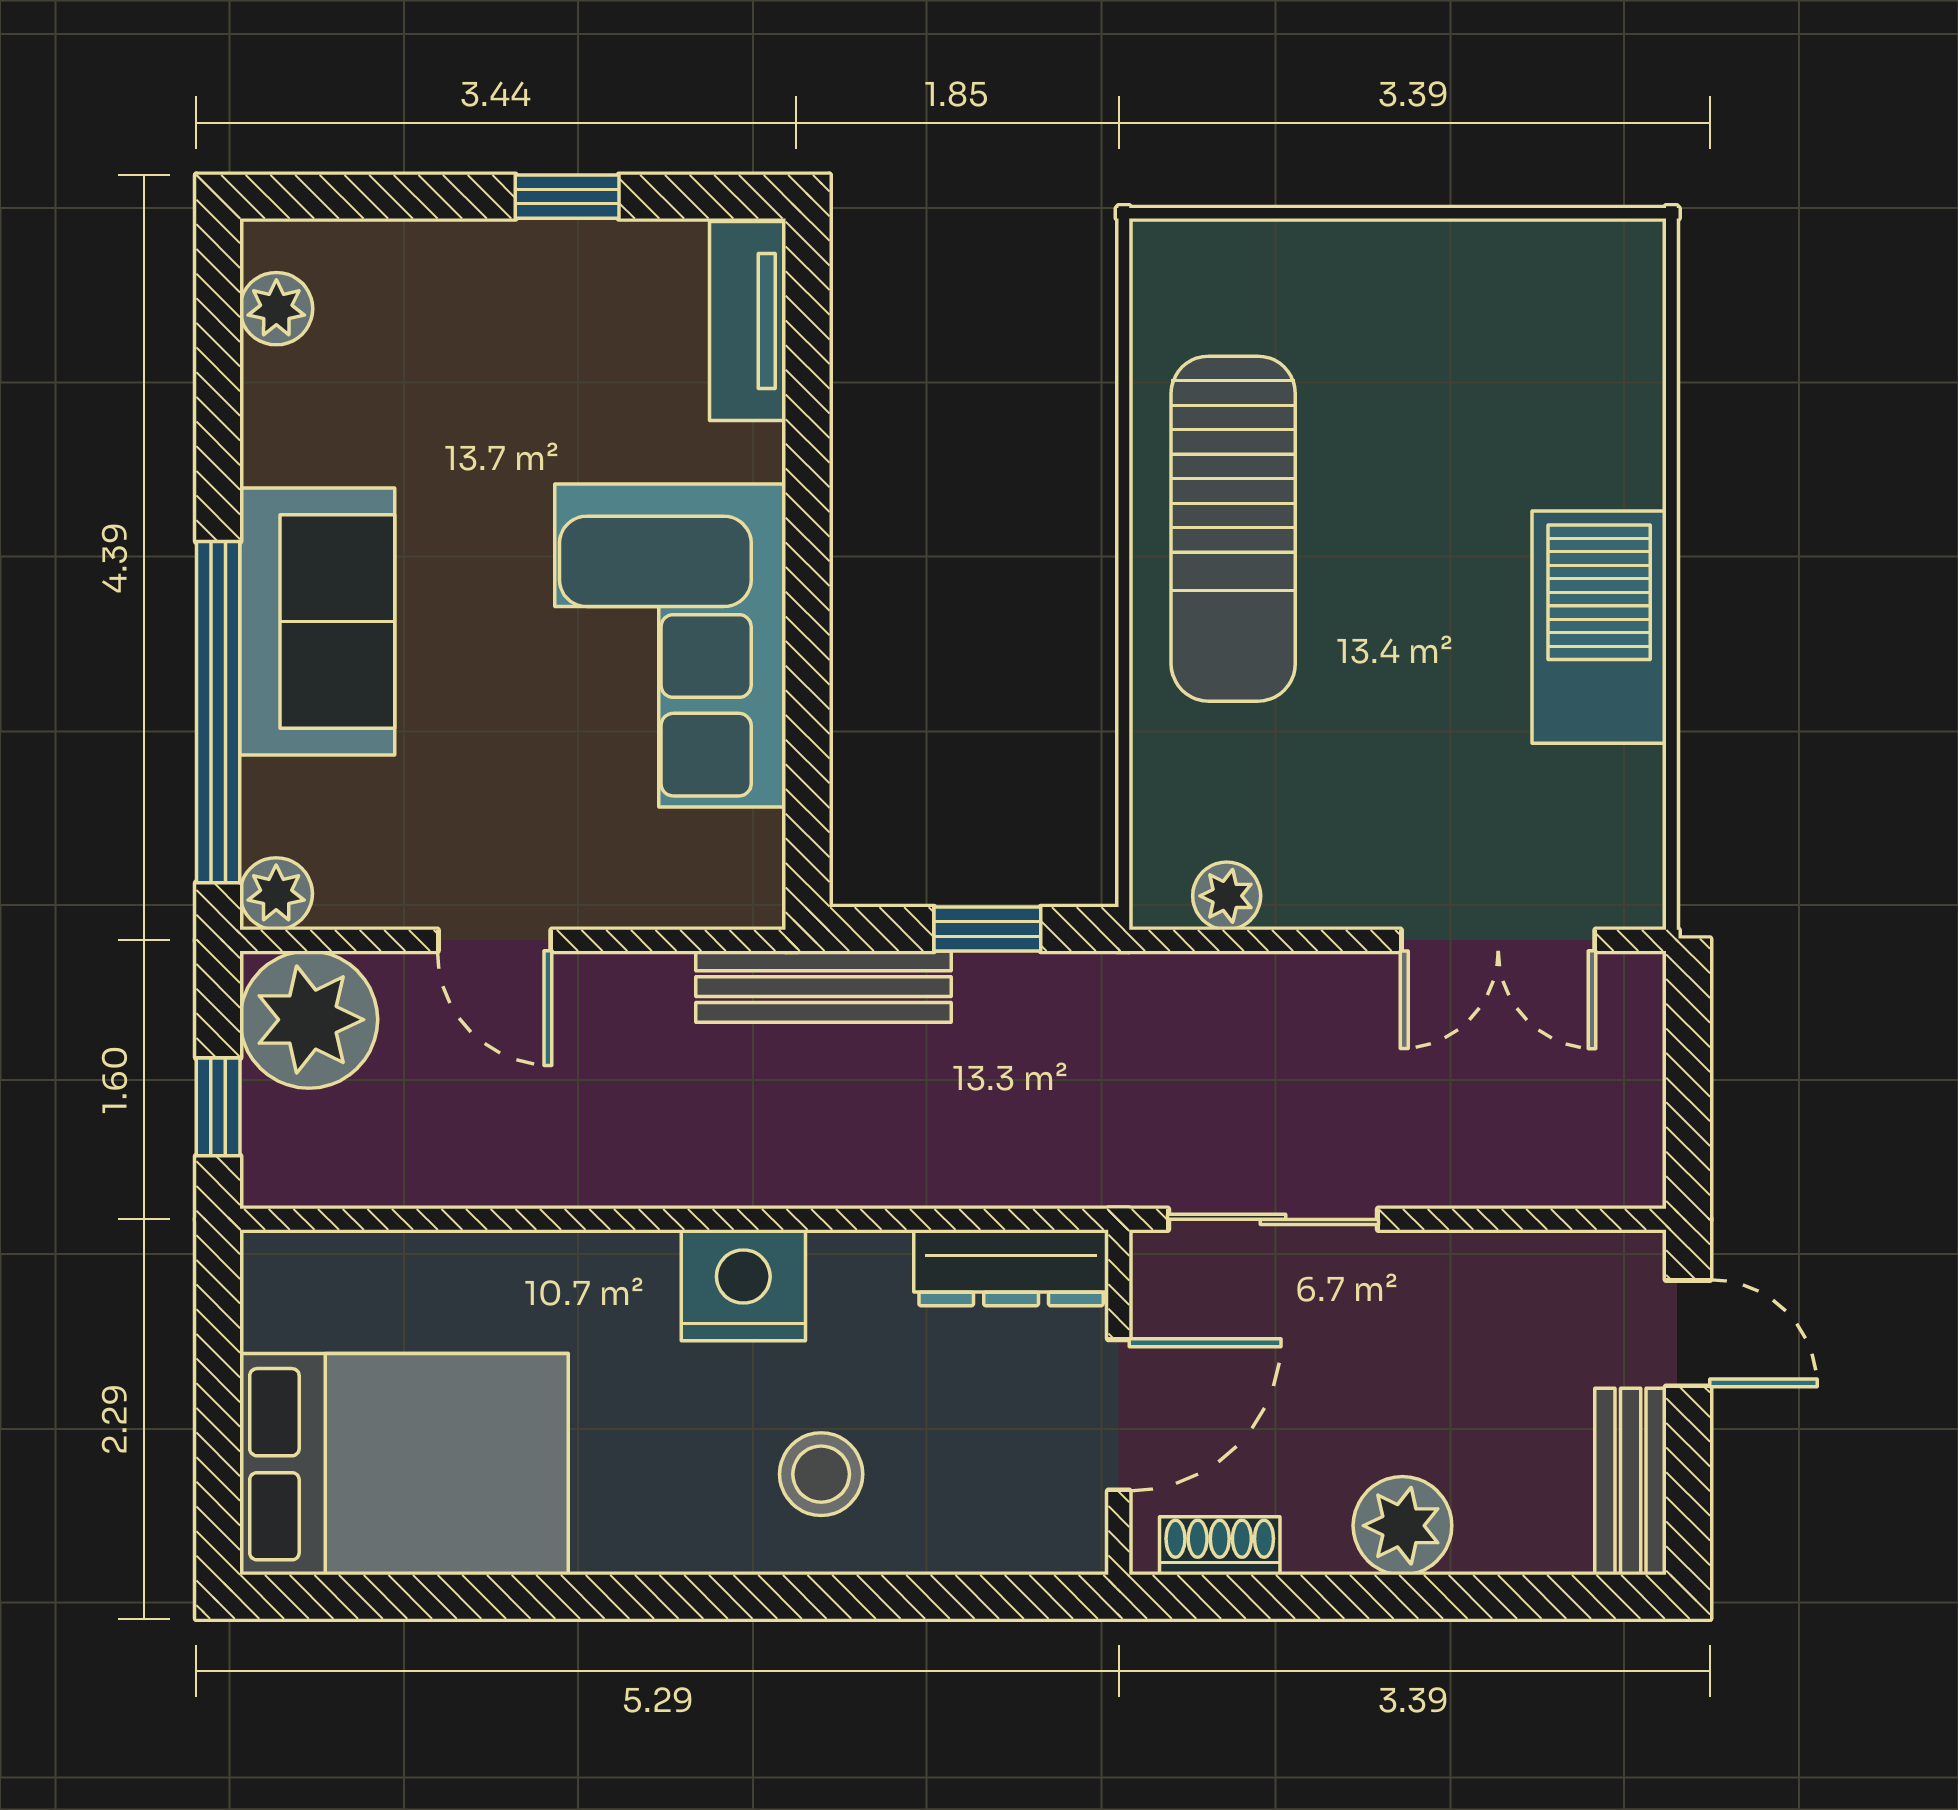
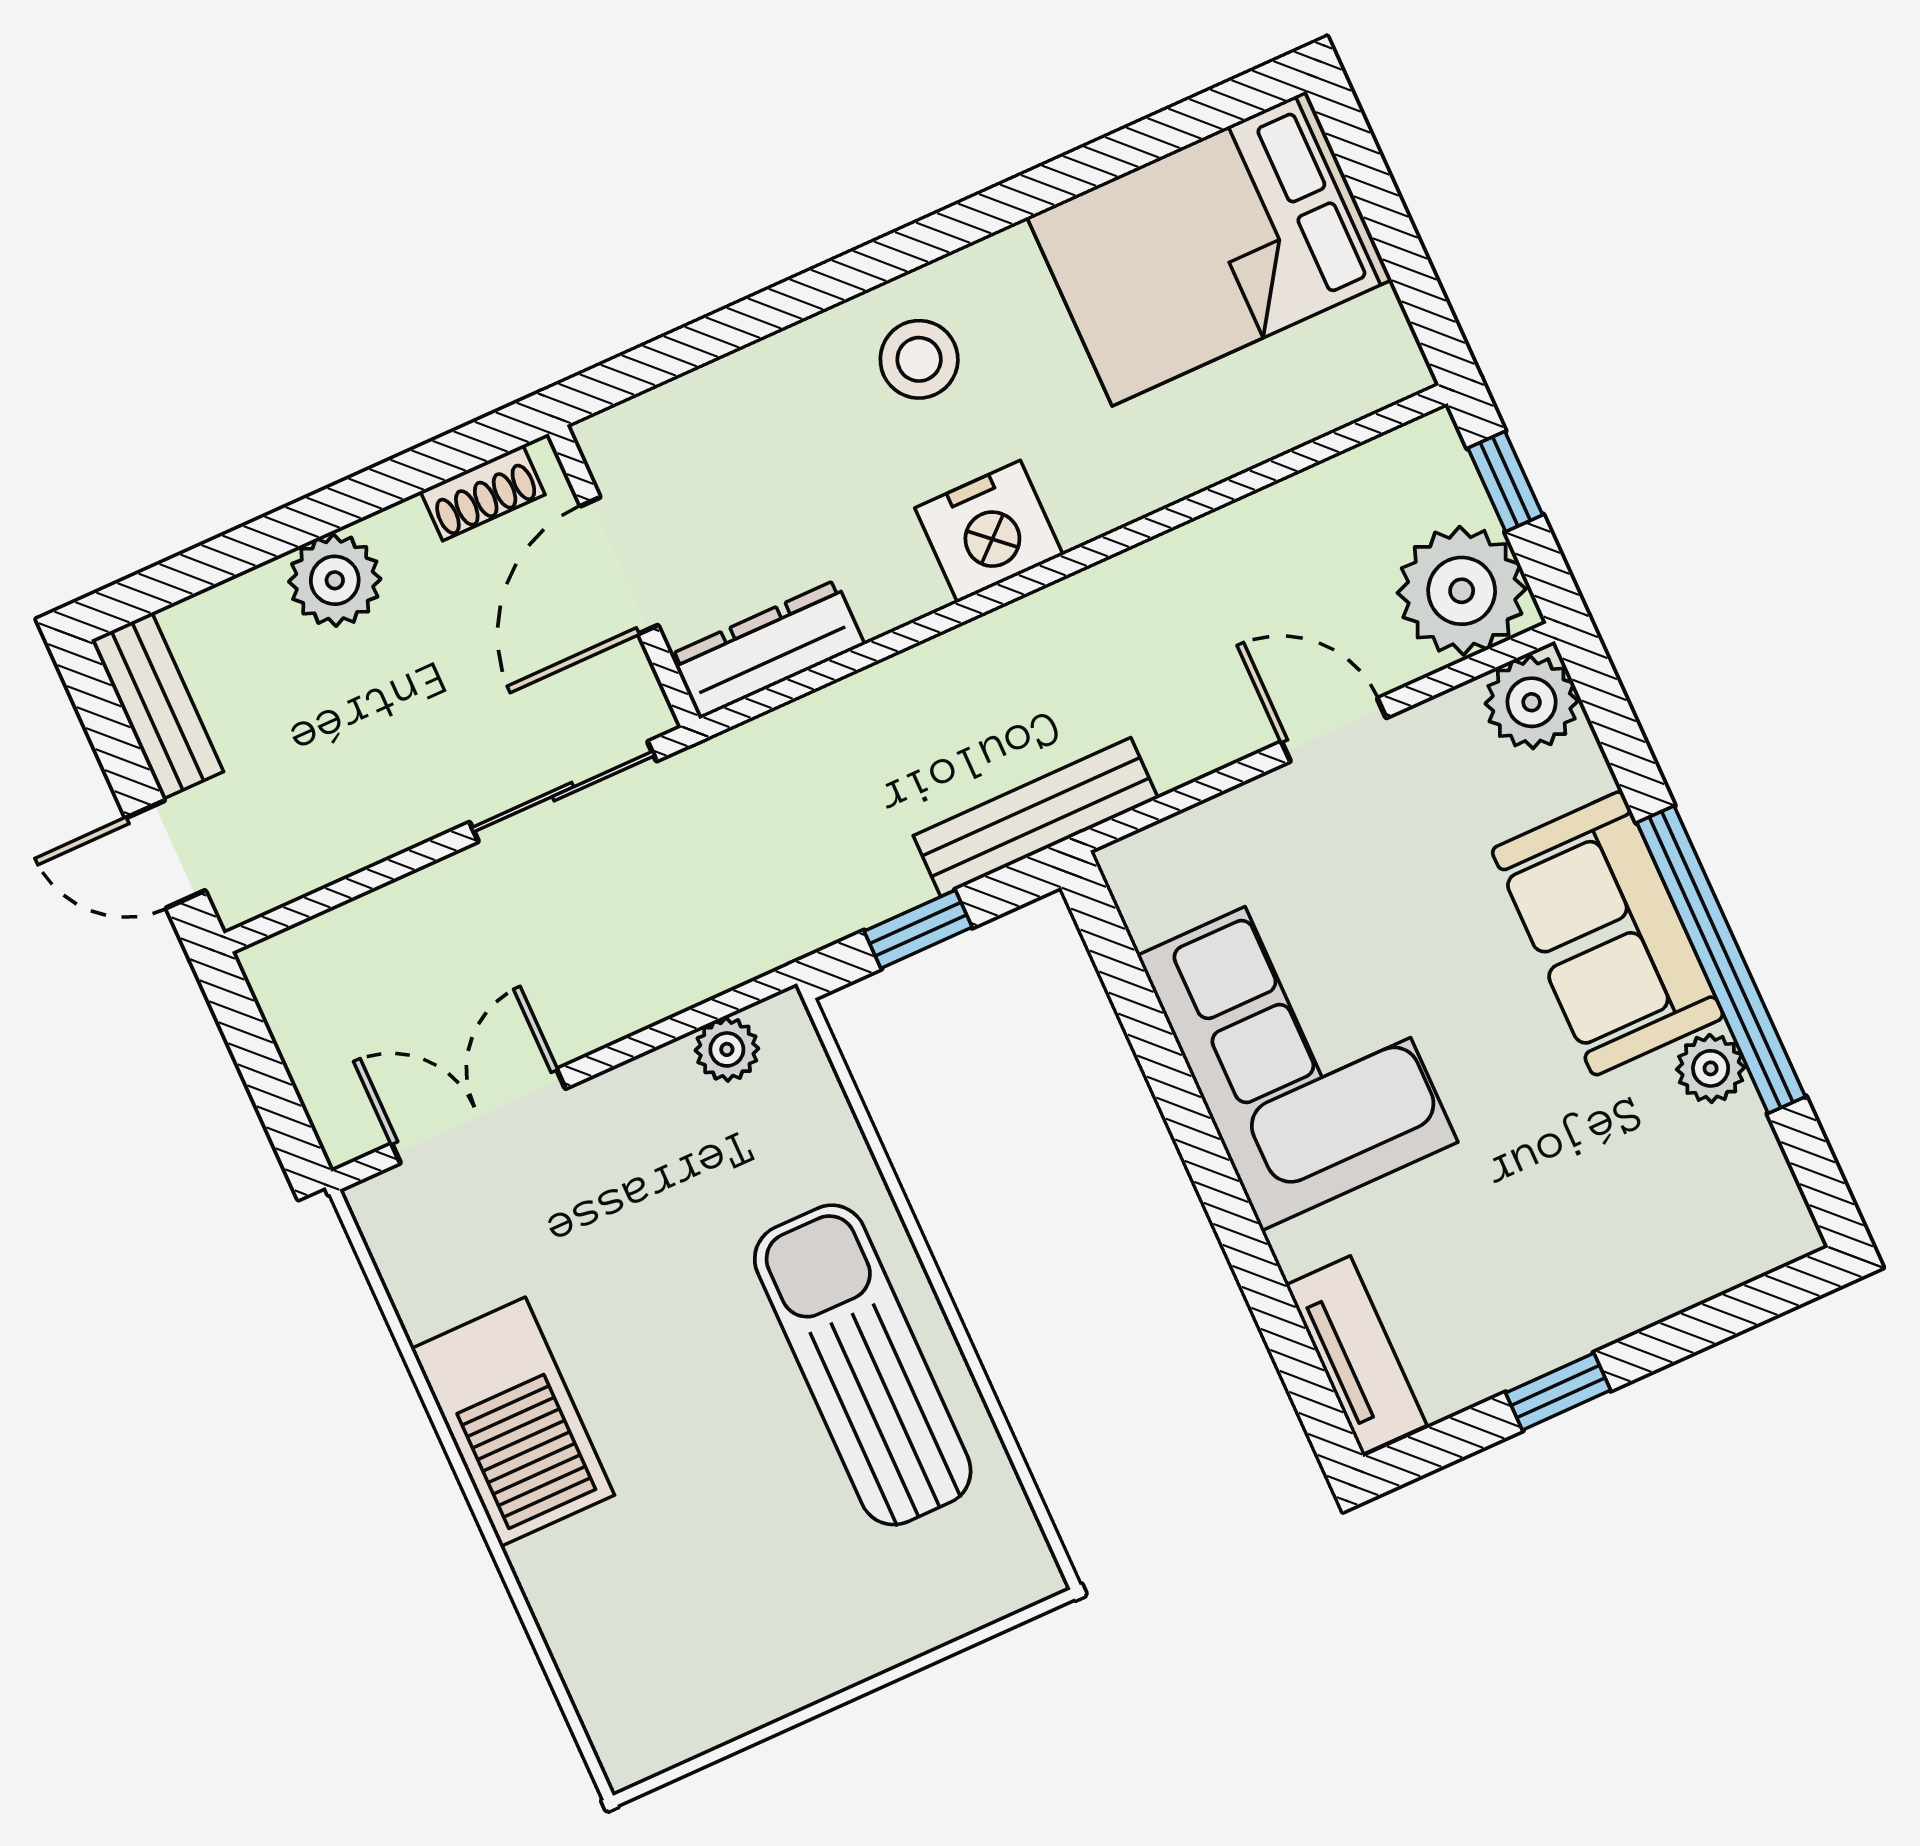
plant: (276, 309) -> (1711, 1068), moved
window: (218, 712) -> (1721, 960), moved
plant: (276, 894) -> (1532, 702), width x1.38, depth x1.38
stool: (821, 1474) -> (919, 359), moved

